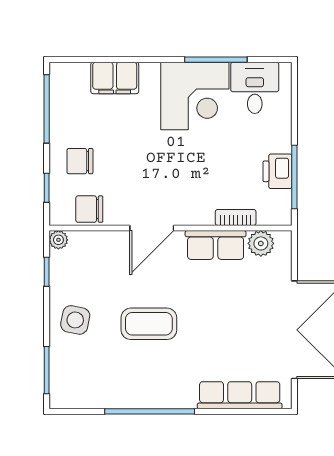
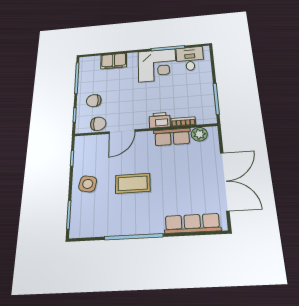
printer: (277, 171) -> (160, 120), moved, turned 90
chair: (89, 209) -> (98, 124), turned 180
door: (152, 228) -> (122, 132), moved
plant: (58, 240) -> (80, 141), removed

